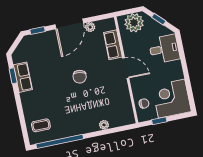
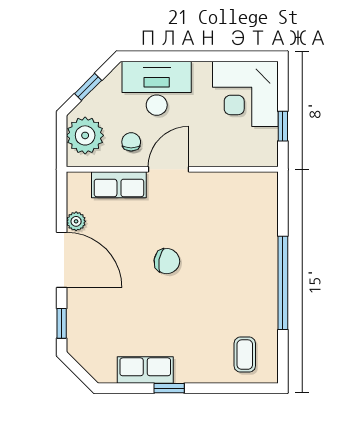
desk: (164, 49) -> (157, 88), width x1.37
window: (13, 76) -> (169, 388), moved
chair: (144, 104) -> (131, 142), moved
plant: (104, 125) -> (269, 234), removed
window: (60, 141) -> (283, 283), moved

